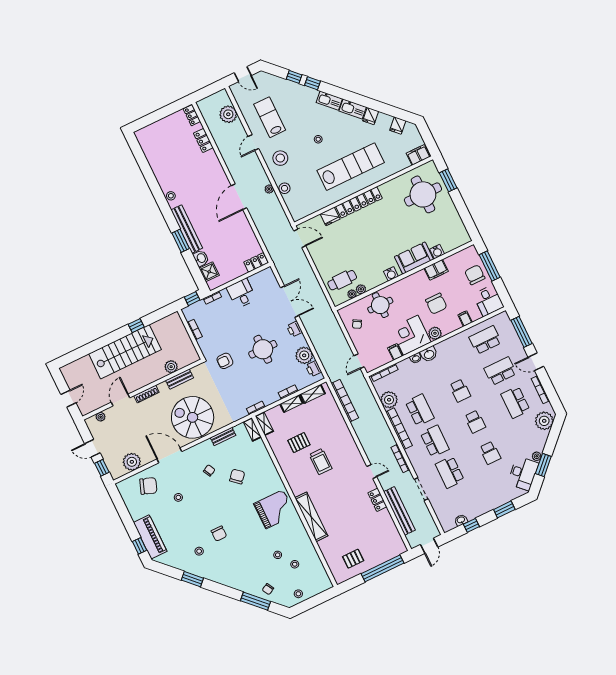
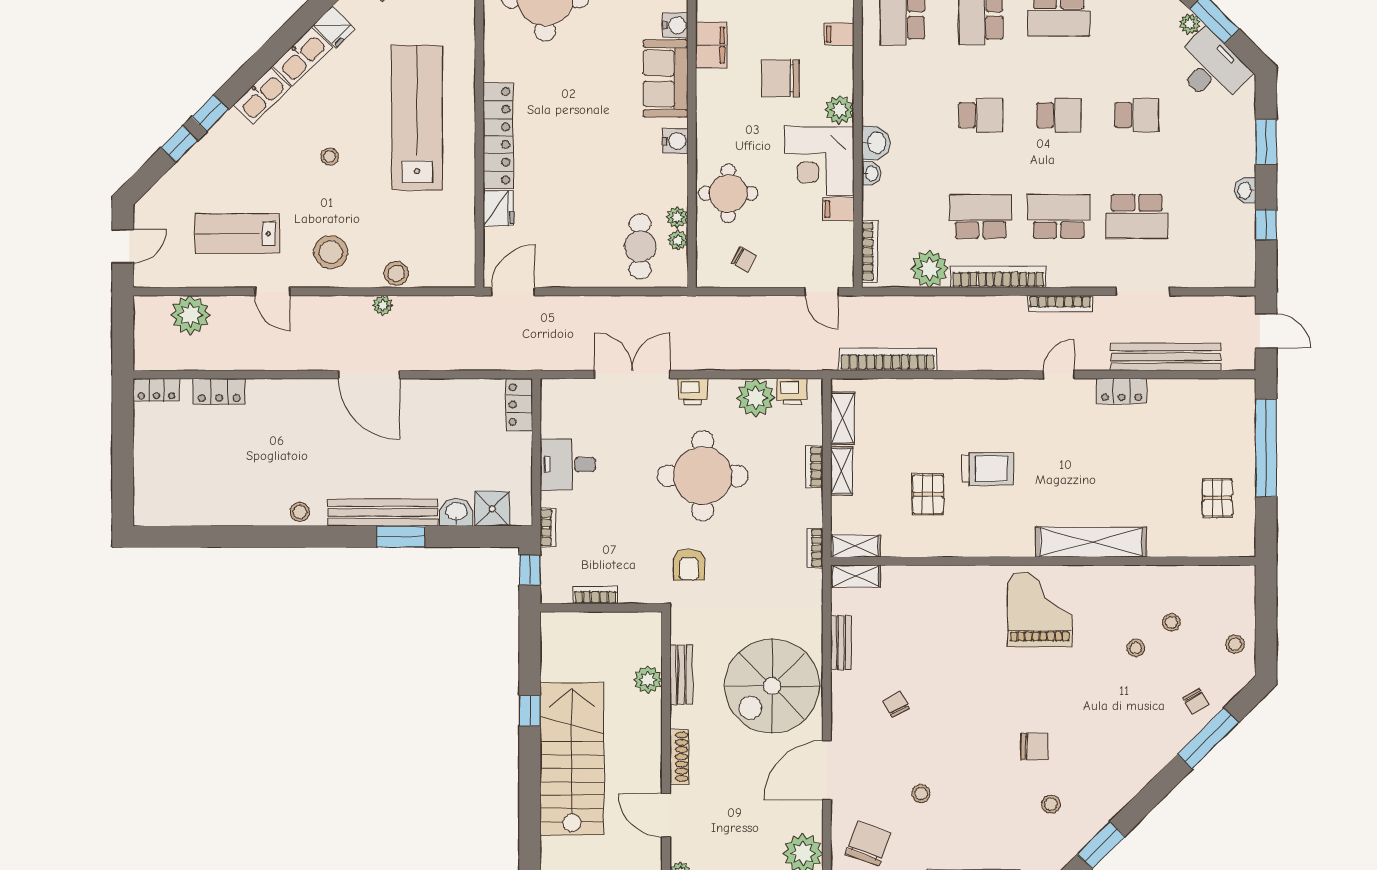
chair: (436, 304) -> (780, 78), turned 180
round table: (263, 349) -> (703, 476), width x1.36, depth x1.36
chair: (237, 476) -> (936, 653), removed
washbasin: (461, 520) -> (1245, 190), moved

